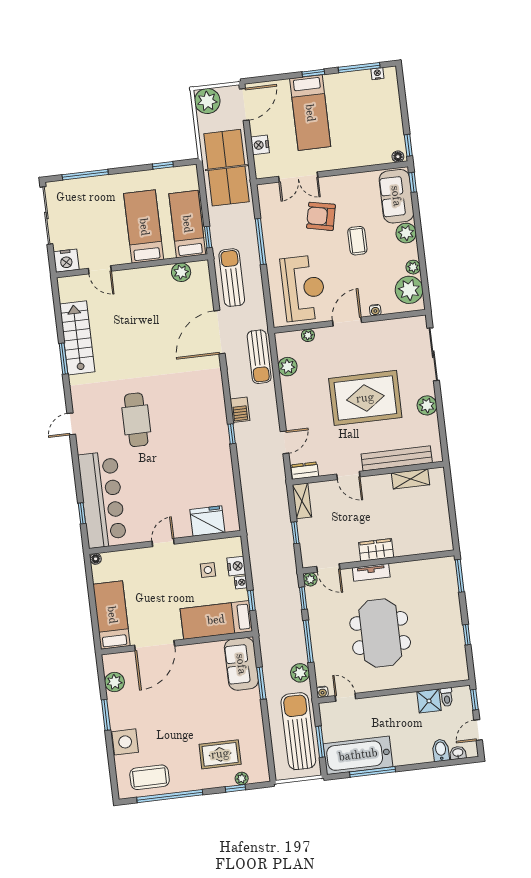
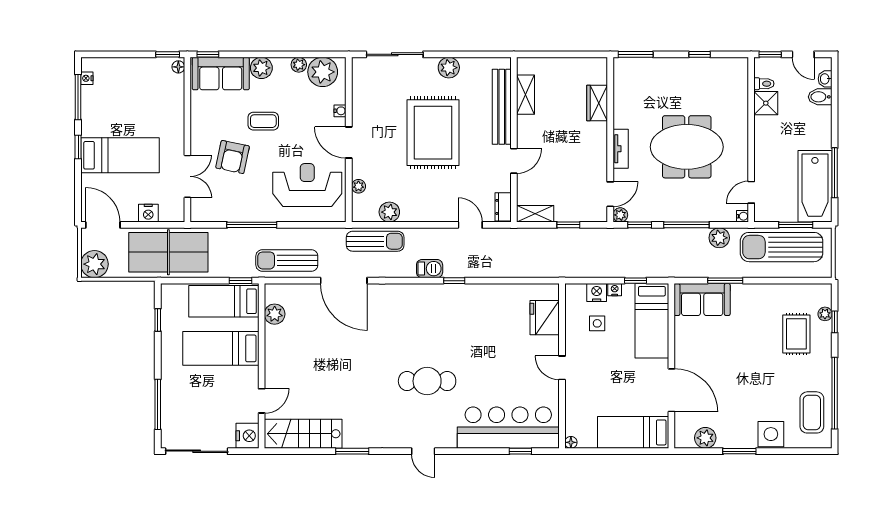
stairs: (77, 338) -> (303, 434), moved
wardrobe: (376, 550) -> (597, 103), moved

